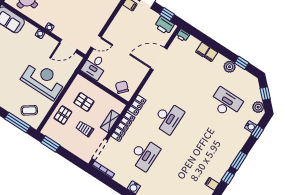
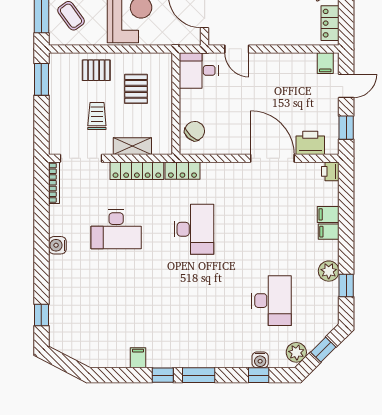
printer: (164, 25) -> (310, 143), moved, turned 90
desk: (168, 118) -> (194, 229), turned -90

